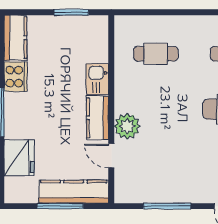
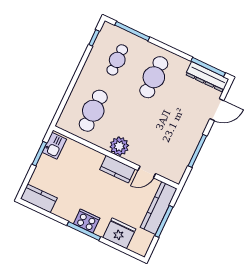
cafe table: (156, 54) -> (93, 111), width x1.37, depth x1.35
cooker: (16, 77) -> (87, 221), moved
kitchen sink: (97, 79) -> (54, 146), moved, turned -90
plant: (127, 126) -> (119, 146), moved

